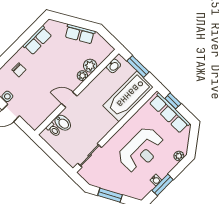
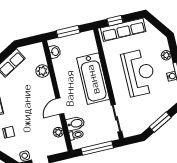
plant: (82, 76) -> (58, 132), moved
bathtub: (128, 96) -> (93, 79), moved
window: (53, 155) -> (97, 148), added
plant: (179, 156) -> (166, 55), moved

